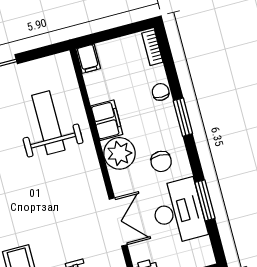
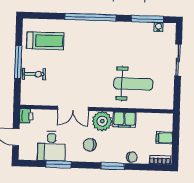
filing cabinet: (88, 59) -> (164, 138), moved
desk: (178, 211) -> (51, 146), width x0.73
double door: (118, 222) -> (73, 108), moved

